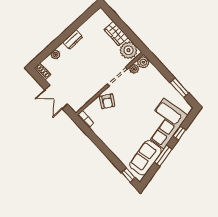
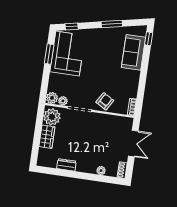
dresser: (73, 40) -> (66, 165), moved
corner sofa: (164, 123) -> (68, 54), moved, turned -78
window: (179, 133) -> (72, 26), moved
sofa: (146, 158) -> (134, 52), moved, turned 102

